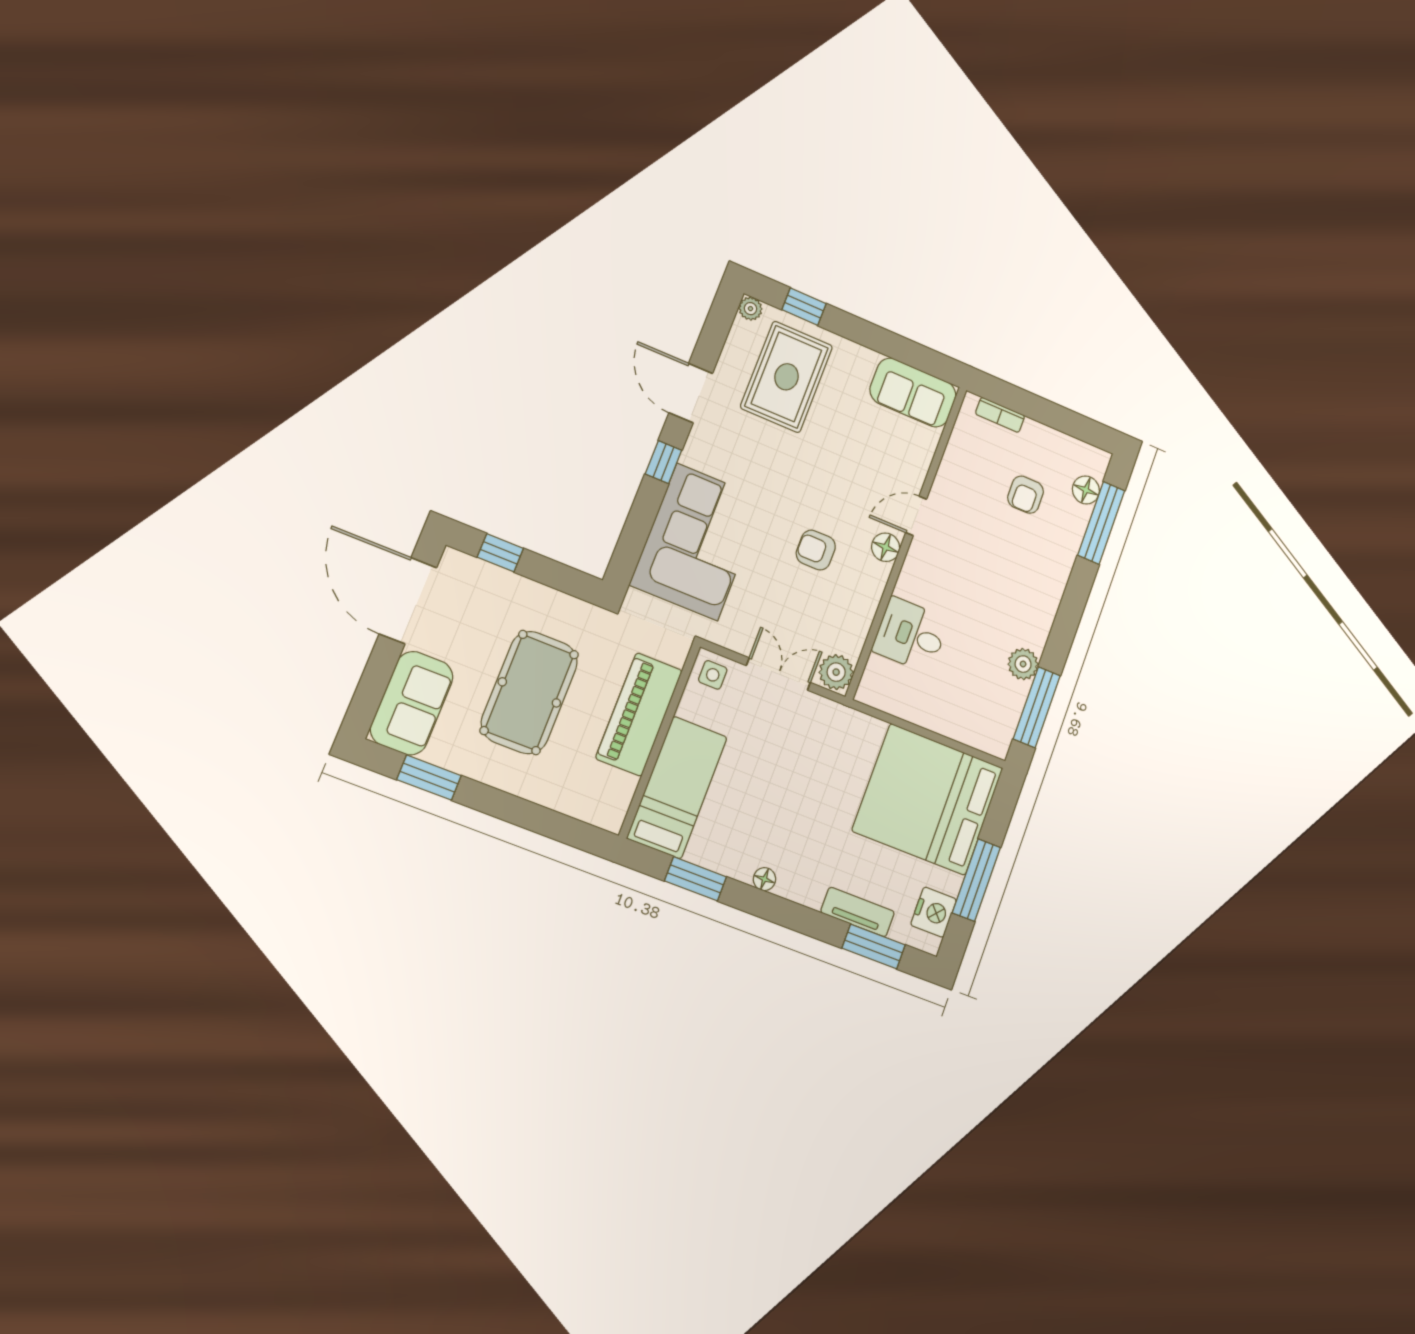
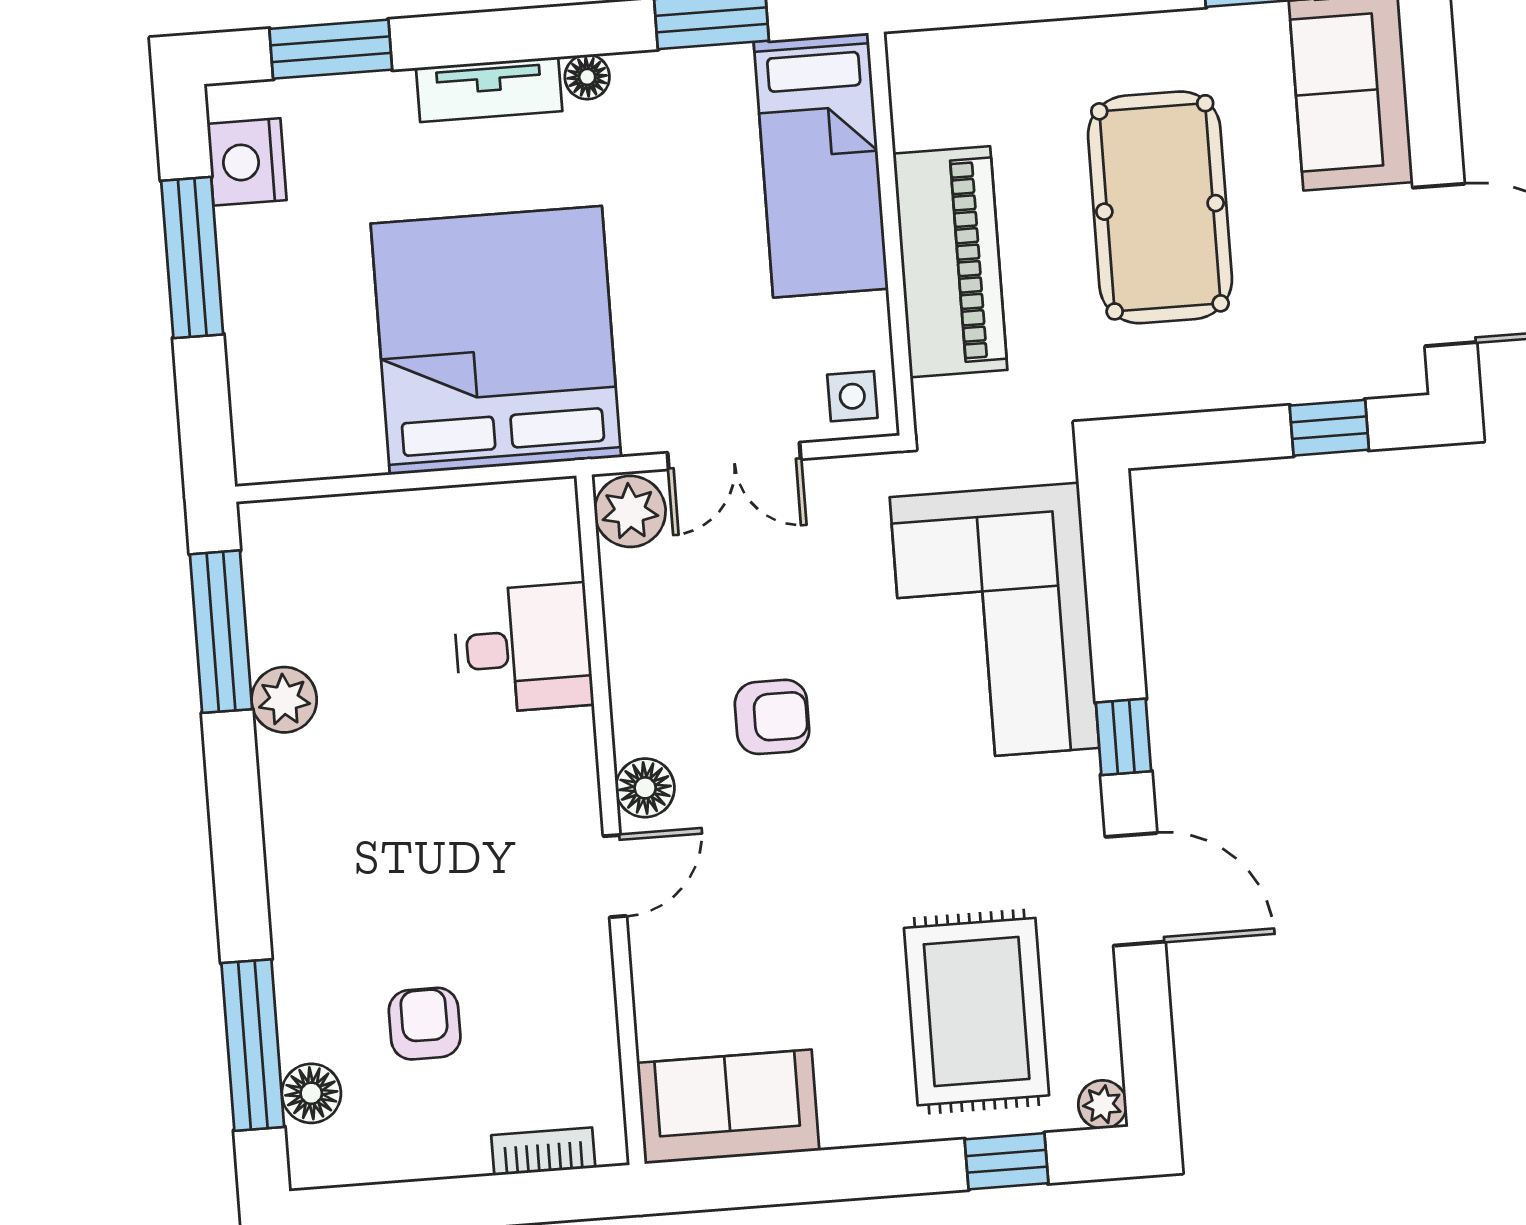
bed: (928, 799) -> (496, 340), moved, turned -90
tv unit: (858, 912) -> (489, 89), moved

